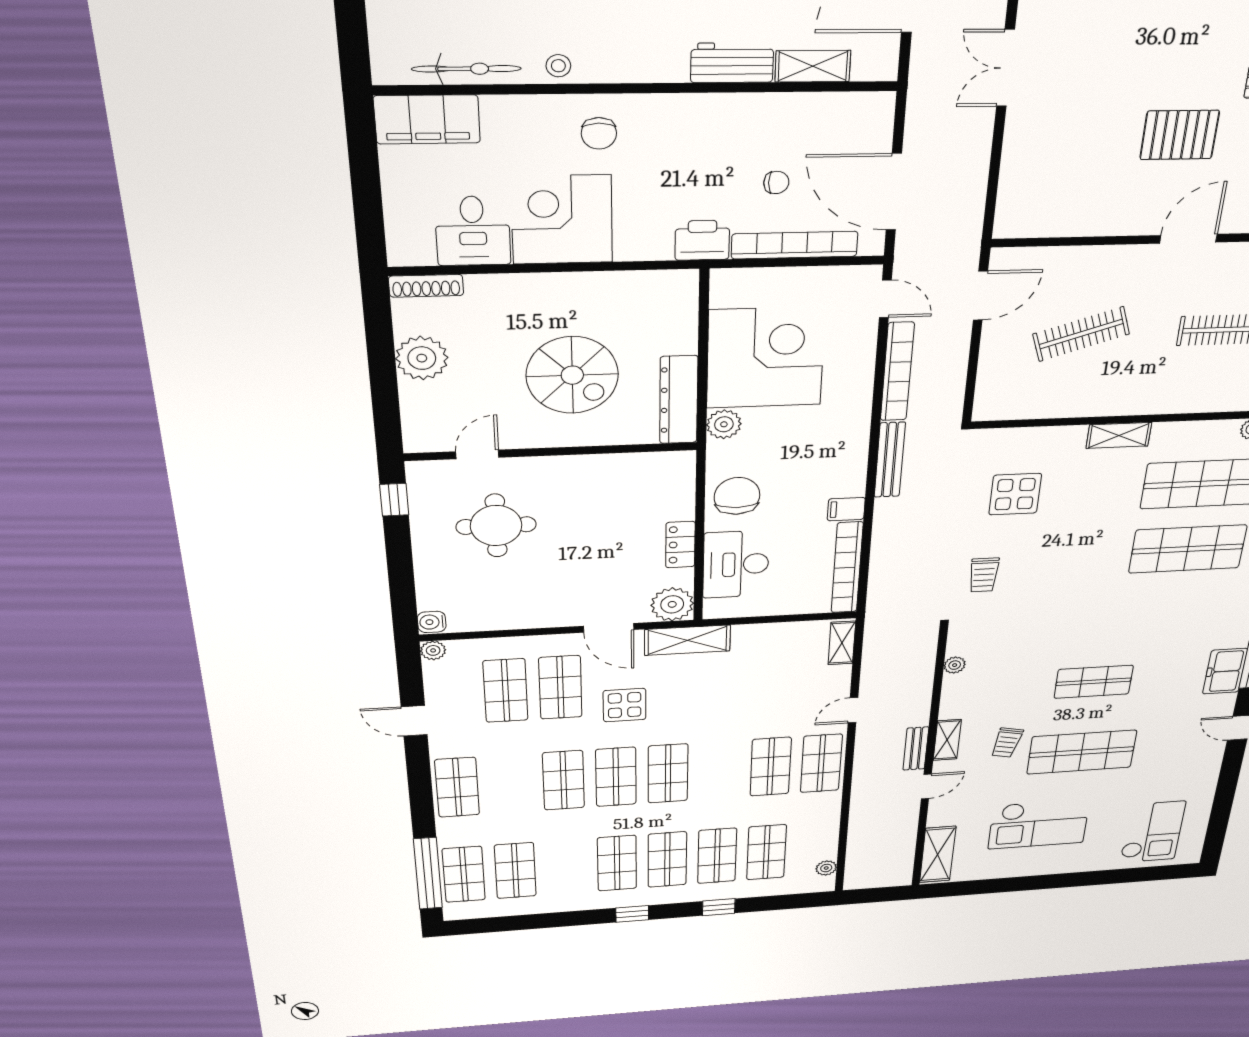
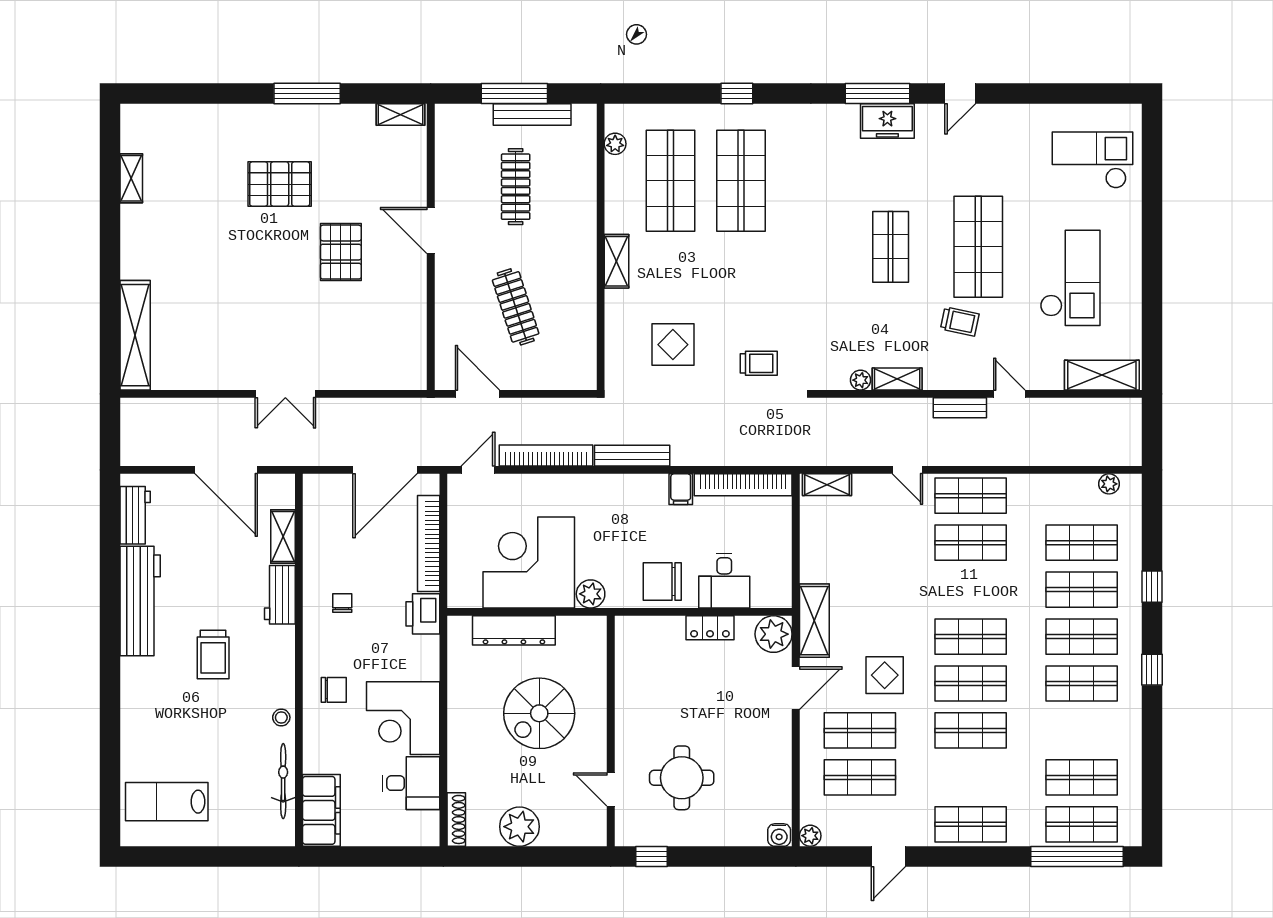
chair: (776, 182) -> (342, 603), moved
spiral stairs: (572, 375) -> (539, 713), turned 180
dresser: (679, 400) -> (514, 630), moved
desk: (736, 564) -> (724, 581), width x0.73
shelving: (947, 740) -> (897, 379), moved

